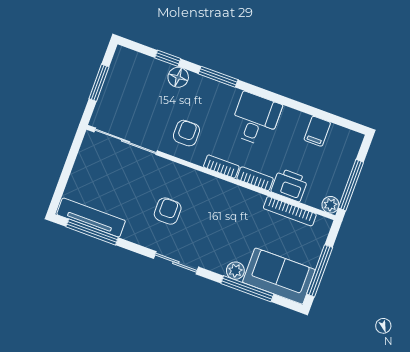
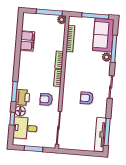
desk: (255, 119) -> (25, 128), moved
filing cabinet: (317, 131) -> (27, 41), width x2.00
printer: (289, 185) -> (23, 97), moved, turned 180

